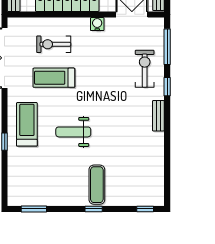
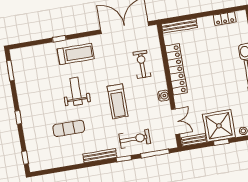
treadmill: (54, 78) -> (118, 101), moved, turned 180
bench: (158, 116) -> (100, 156), width x1.36
exercise mat: (97, 185) -> (69, 128), moved

